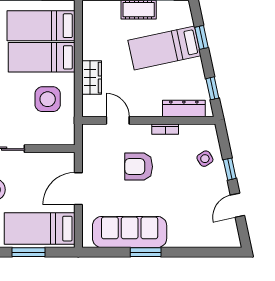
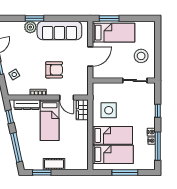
window: (201, 37) -> (16, 147), width x2.17
bed: (164, 48) -> (50, 120), moved, turned 102
wardrobe: (92, 78) -> (82, 110), moved
plant: (178, 238) -> (30, 27), added
window: (28, 252) -> (109, 18), moved
window: (146, 252) -> (35, 18), moved

